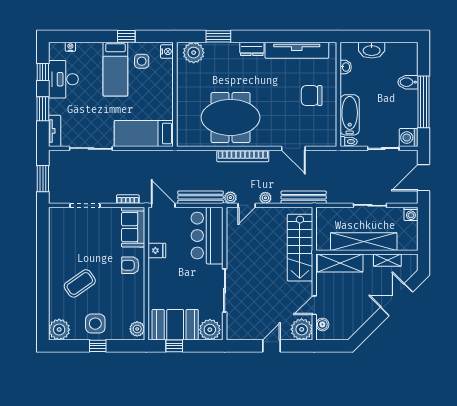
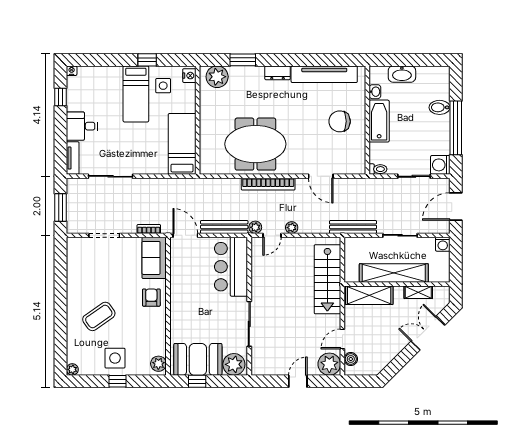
nightstand: (70, 47) -> (72, 71), moved
desk: (63, 79) -> (82, 126), moved, width x0.73
window: (43, 109) -> (60, 135), removed
bathtub: (350, 115) -> (379, 121), moved
bed: (144, 134) -> (182, 144), moved, turned 90
bench: (304, 197) -> (353, 227), moved
fridge: (157, 250) -> (179, 282), removed
armchair: (130, 265) -> (151, 298), turned 90
plant: (59, 330) -> (72, 369), width x0.53, depth x0.53

